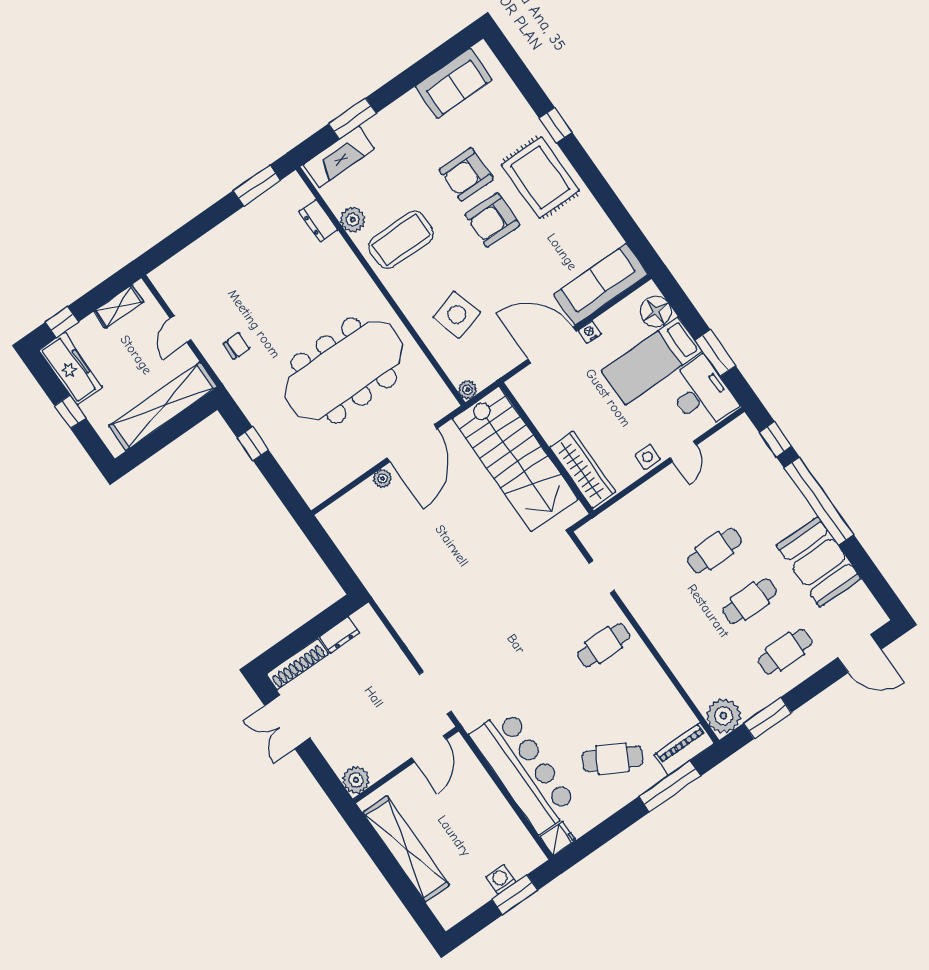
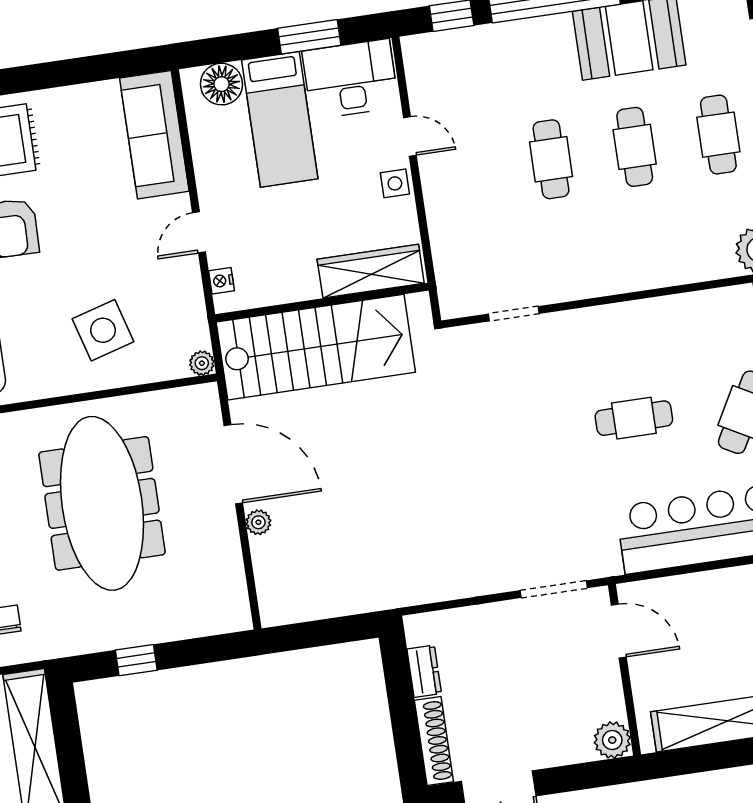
nightstand: (590, 332) -> (221, 281), moved
door: (552, 345) -> (199, 232), width x0.53
cafe table: (604, 645) -> (634, 418), moved, turned 90

